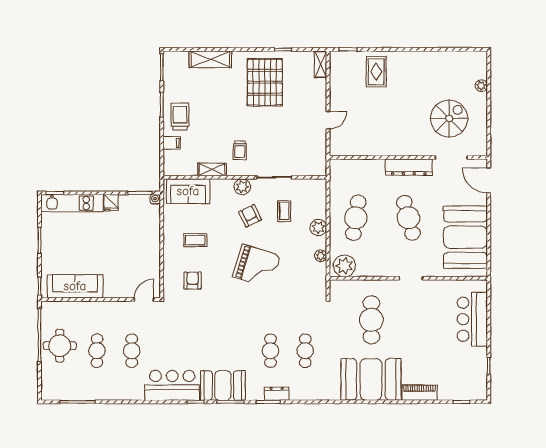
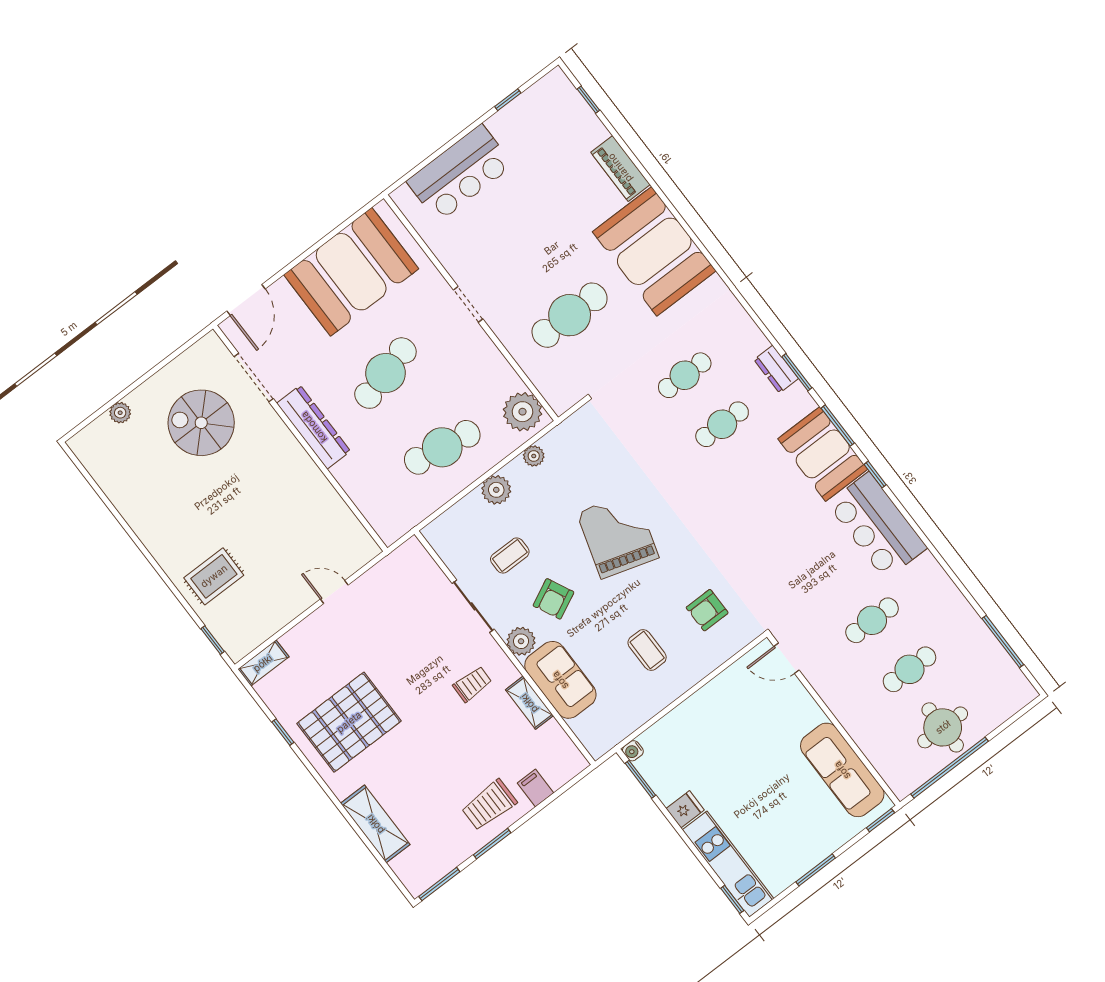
sofa: (188, 191) -> (560, 680), moved

